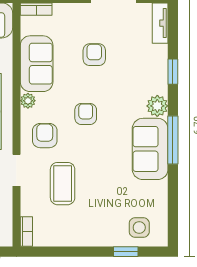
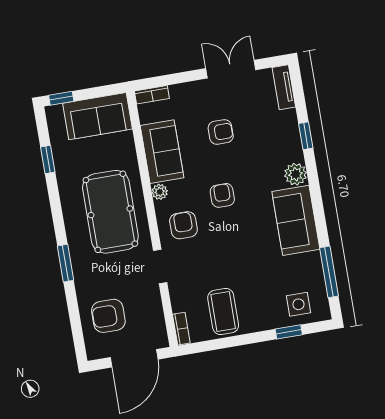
armchair: (94, 55) -> (221, 132), turned 90
window: (173, 140) -> (329, 272), moved
coffee table: (63, 184) -> (223, 311), moved

